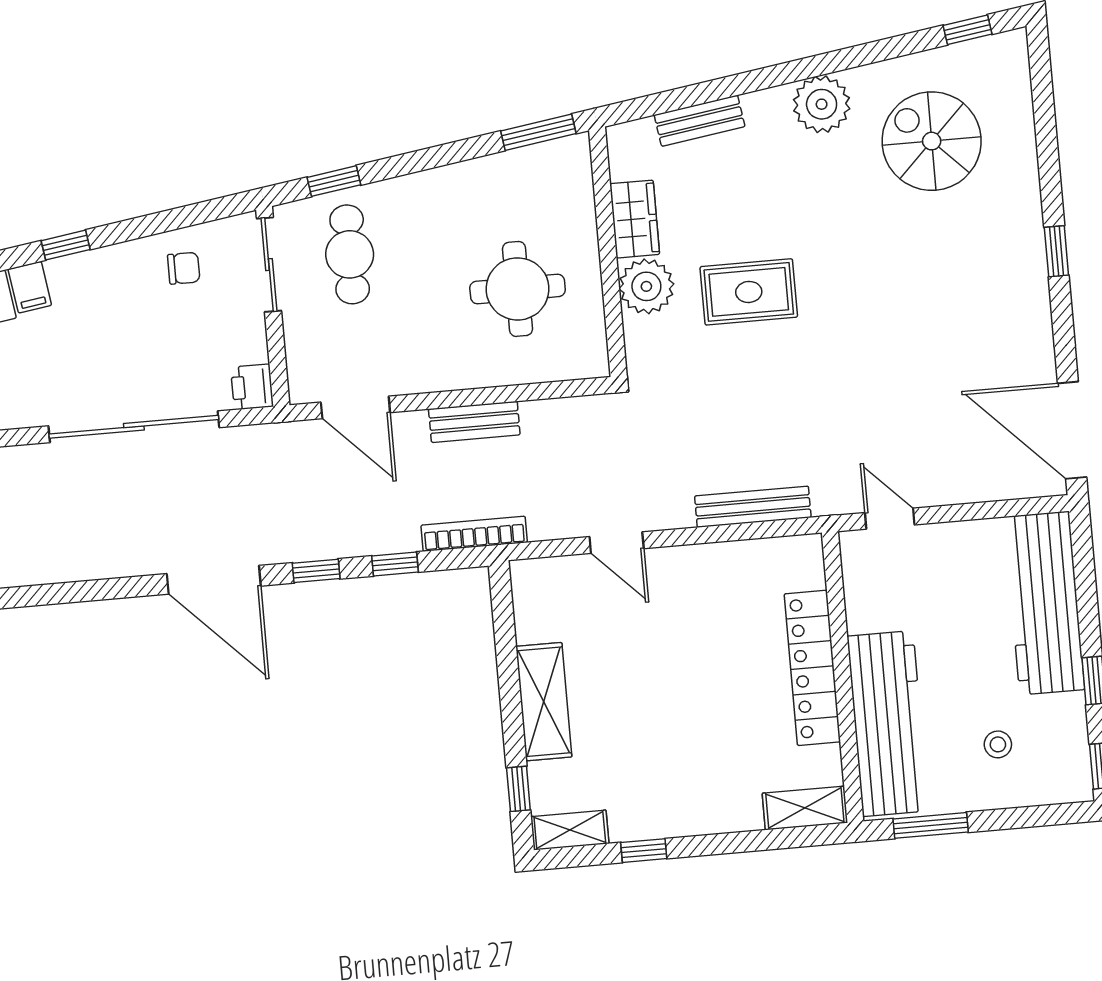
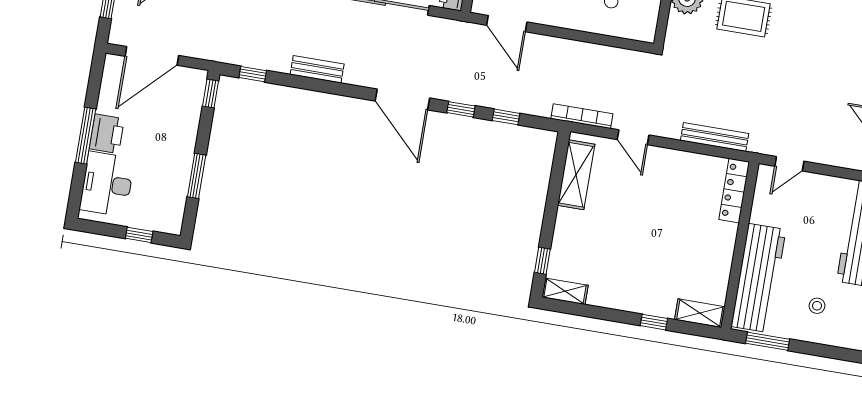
bench: (474, 422) -> (317, 69), moved
door: (890, 519) -> (789, 164), swing flipped
bookcase: (474, 534) -> (582, 116), moved
locker: (812, 668) -> (734, 191), moved, width x0.71, depth x0.83
shelving: (544, 702) -> (576, 175), moved
window: (644, 851) -> (654, 322), moved

